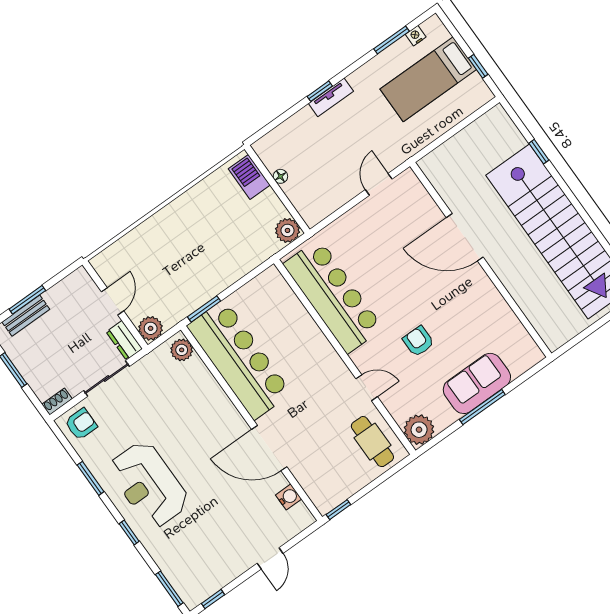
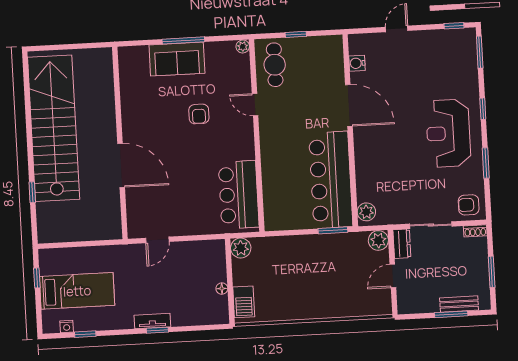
window: (392, 40) -> (85, 334), width x0.67
bar counter: (333, 296) -> (239, 195), width x0.73
plant: (419, 430) -> (243, 46), width x0.53, depth x0.53
reception desk: (149, 485) -> (448, 133), turned 180
window: (338, 510) -> (296, 34), moved

